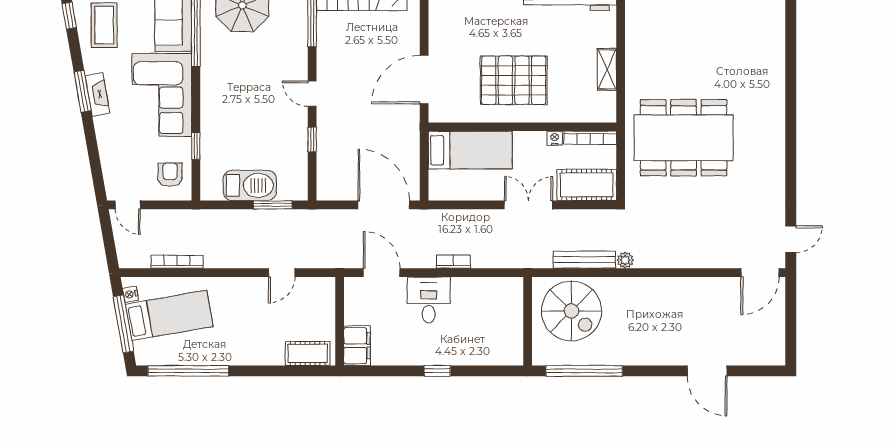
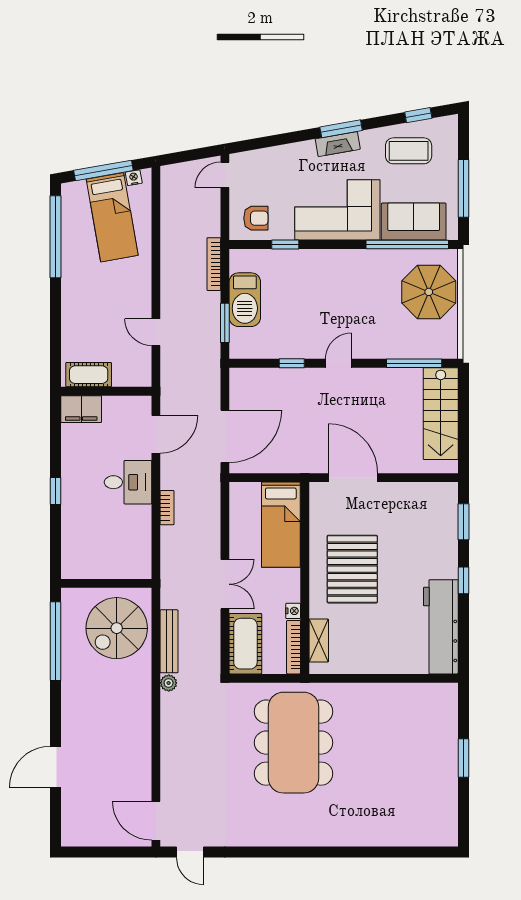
shelving: (607, 69) -> (319, 641), moved, turned 90
bookcase: (177, 262) -> (214, 264), moved, turned 180
cot: (308, 353) -> (89, 375), moved, turned 90

